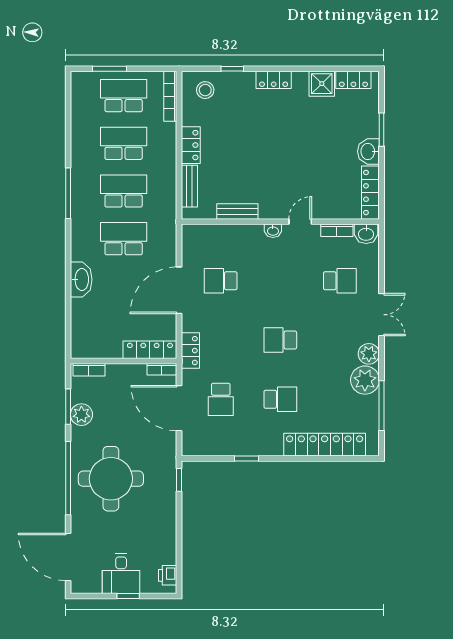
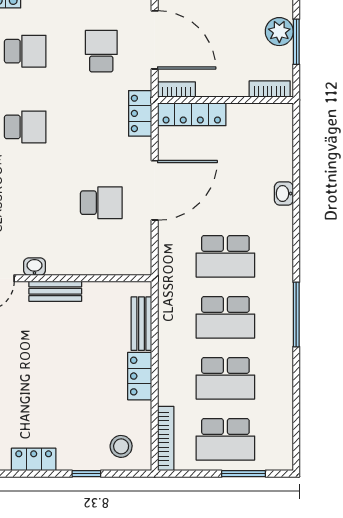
bench: (237, 211) -> (55, 291), moved
washbasin: (81, 280) -> (284, 194), width x0.52, depth x0.69
school desk: (280, 399) -> (25, 51), turned 180

